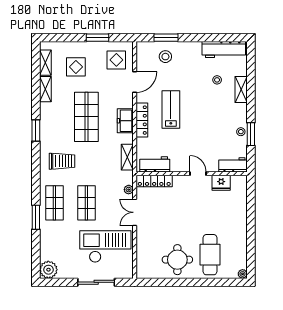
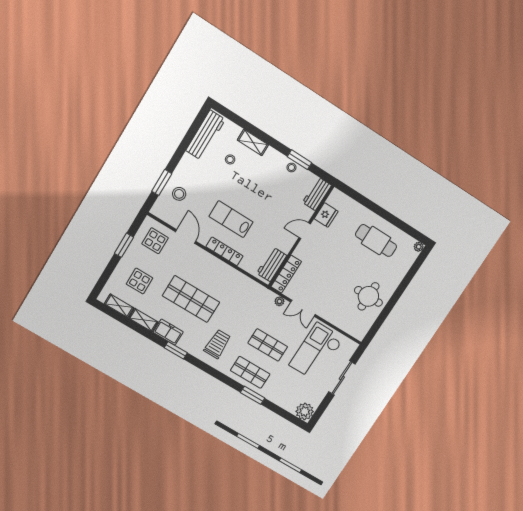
freezer: (125, 121) -> (168, 332), moved, turned 180
shelving: (127, 157) -> (250, 285), removed
cafe table: (210, 255) -> (376, 241), moved

